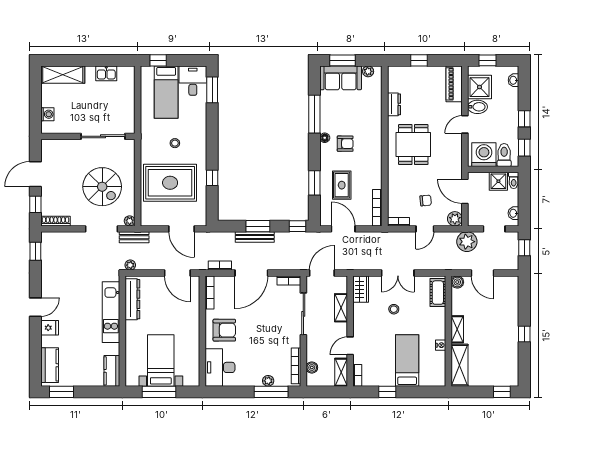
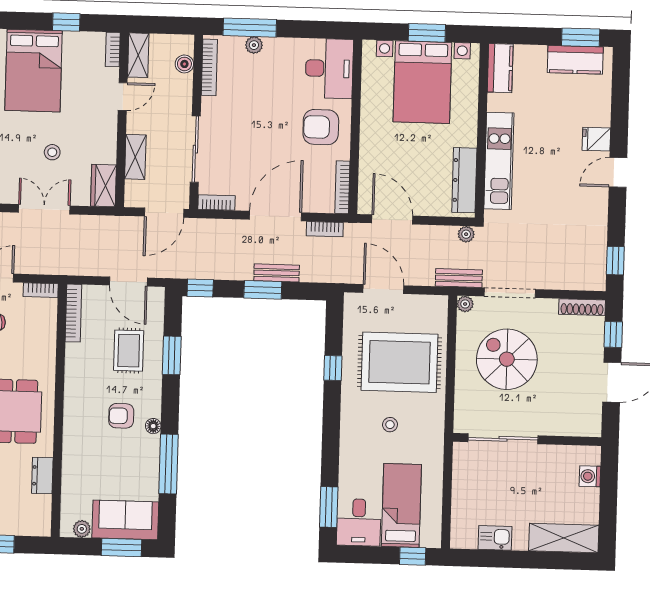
bench: (255, 237) -> (277, 273), width x0.73
bed: (407, 360) -> (34, 71), width x1.50
bed with nightstands: (161, 361) -> (422, 82), width x1.36
kitchen counter: (50, 365) -> (575, 60), moved, turned -90
window: (159, 392) -> (427, 33), width x0.69

